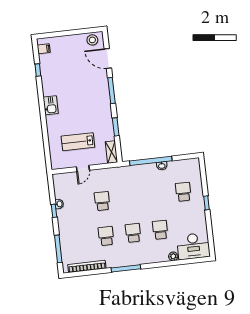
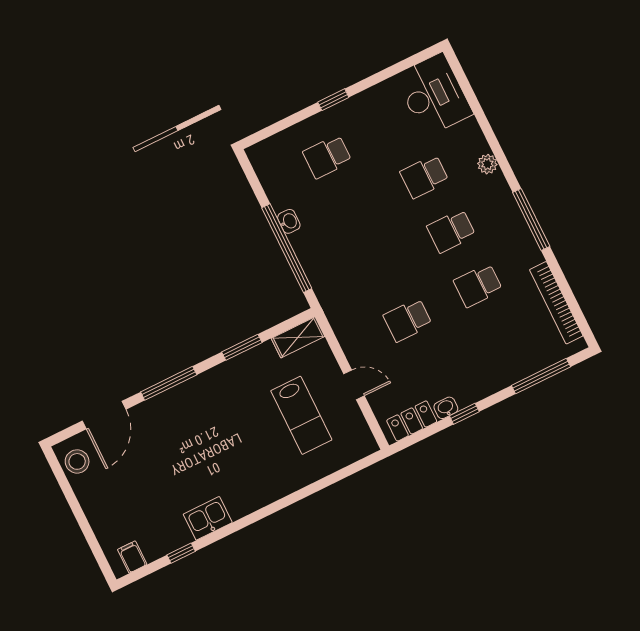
kitchen sink: (51, 105) -> (208, 518), moved
locker: (59, 187) -> (412, 421), added
plant: (173, 256) -> (487, 164), moved

